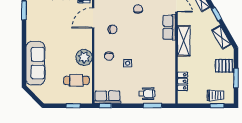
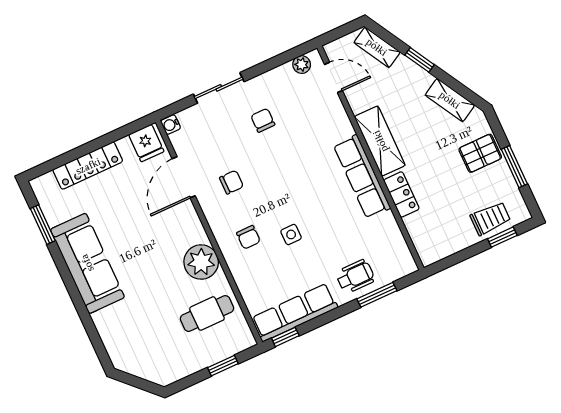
row of seats: (169, 27) -> (362, 177), moved, width x1.48
sofa: (35, 63) -> (87, 263), moved
locker: (182, 81) -> (401, 194), moved
row of seats: (108, 97) -> (295, 313), width x1.48

